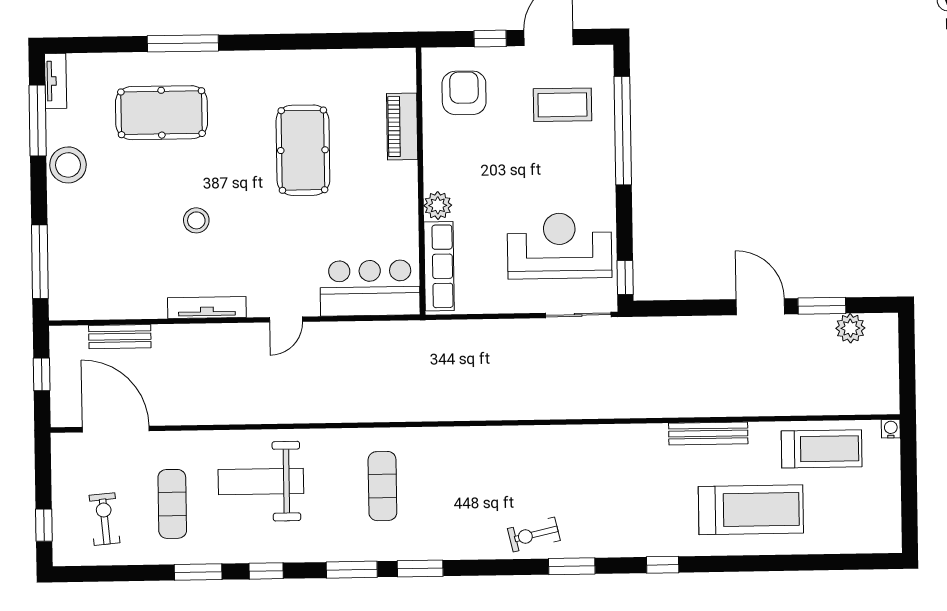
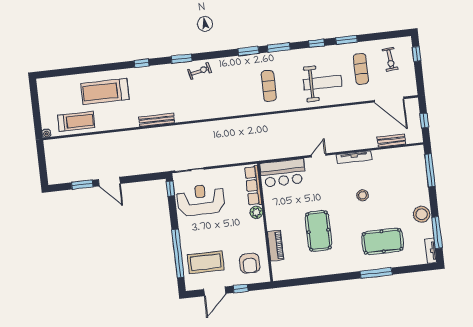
coffee table: (562, 105) -> (206, 262), width x1.36, depth x1.32
reception desk: (560, 246) -> (201, 200), turned 180
plant: (850, 328) -> (69, 176), removed
bench: (708, 433) -> (157, 120), moved
treadmill: (822, 449) -> (76, 121), turned 180

